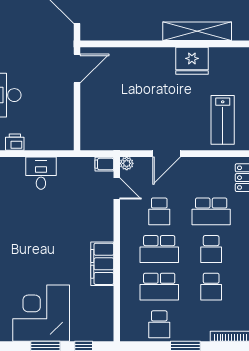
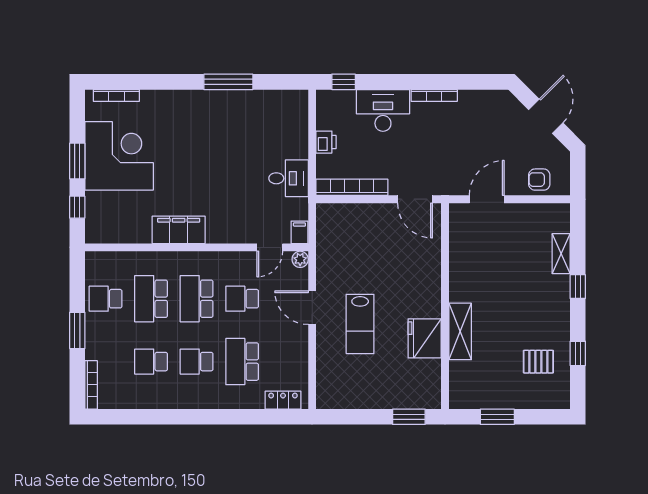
shelving: (197, 31) -> (460, 331), width x0.68
lab bench: (223, 120) -> (360, 324), moved, turned -90
bookcase: (67, 121) -> (352, 187), added
printer: (15, 142) -> (326, 142), moved
desk: (41, 173) -> (289, 178), moved

